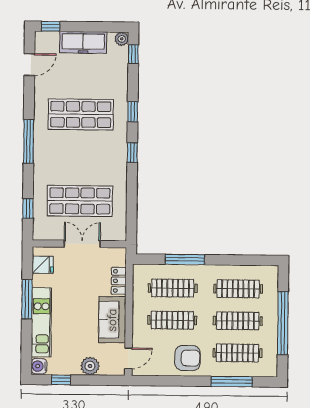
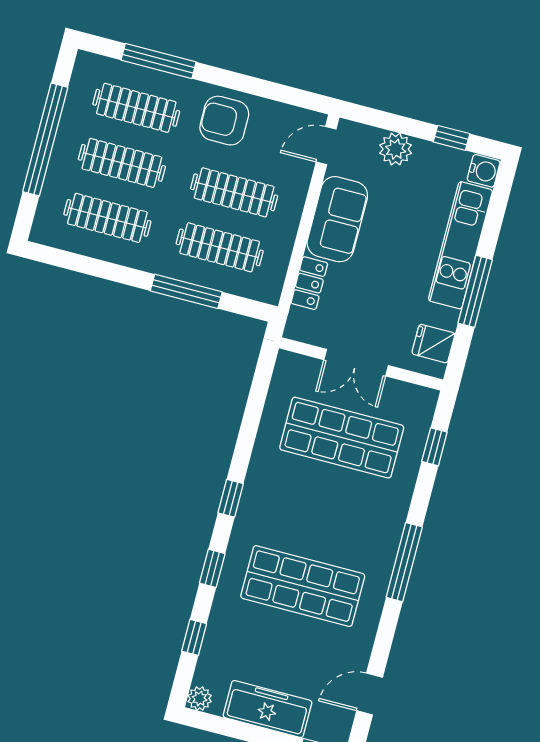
window: (133, 54) -> (194, 637), moved

